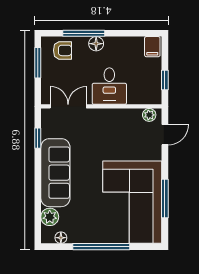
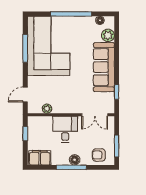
window: (84, 33) -> (71, 167), moved
filing cabinet: (152, 47) -> (40, 158), width x2.00
plant: (149, 115) -> (47, 109), moved

